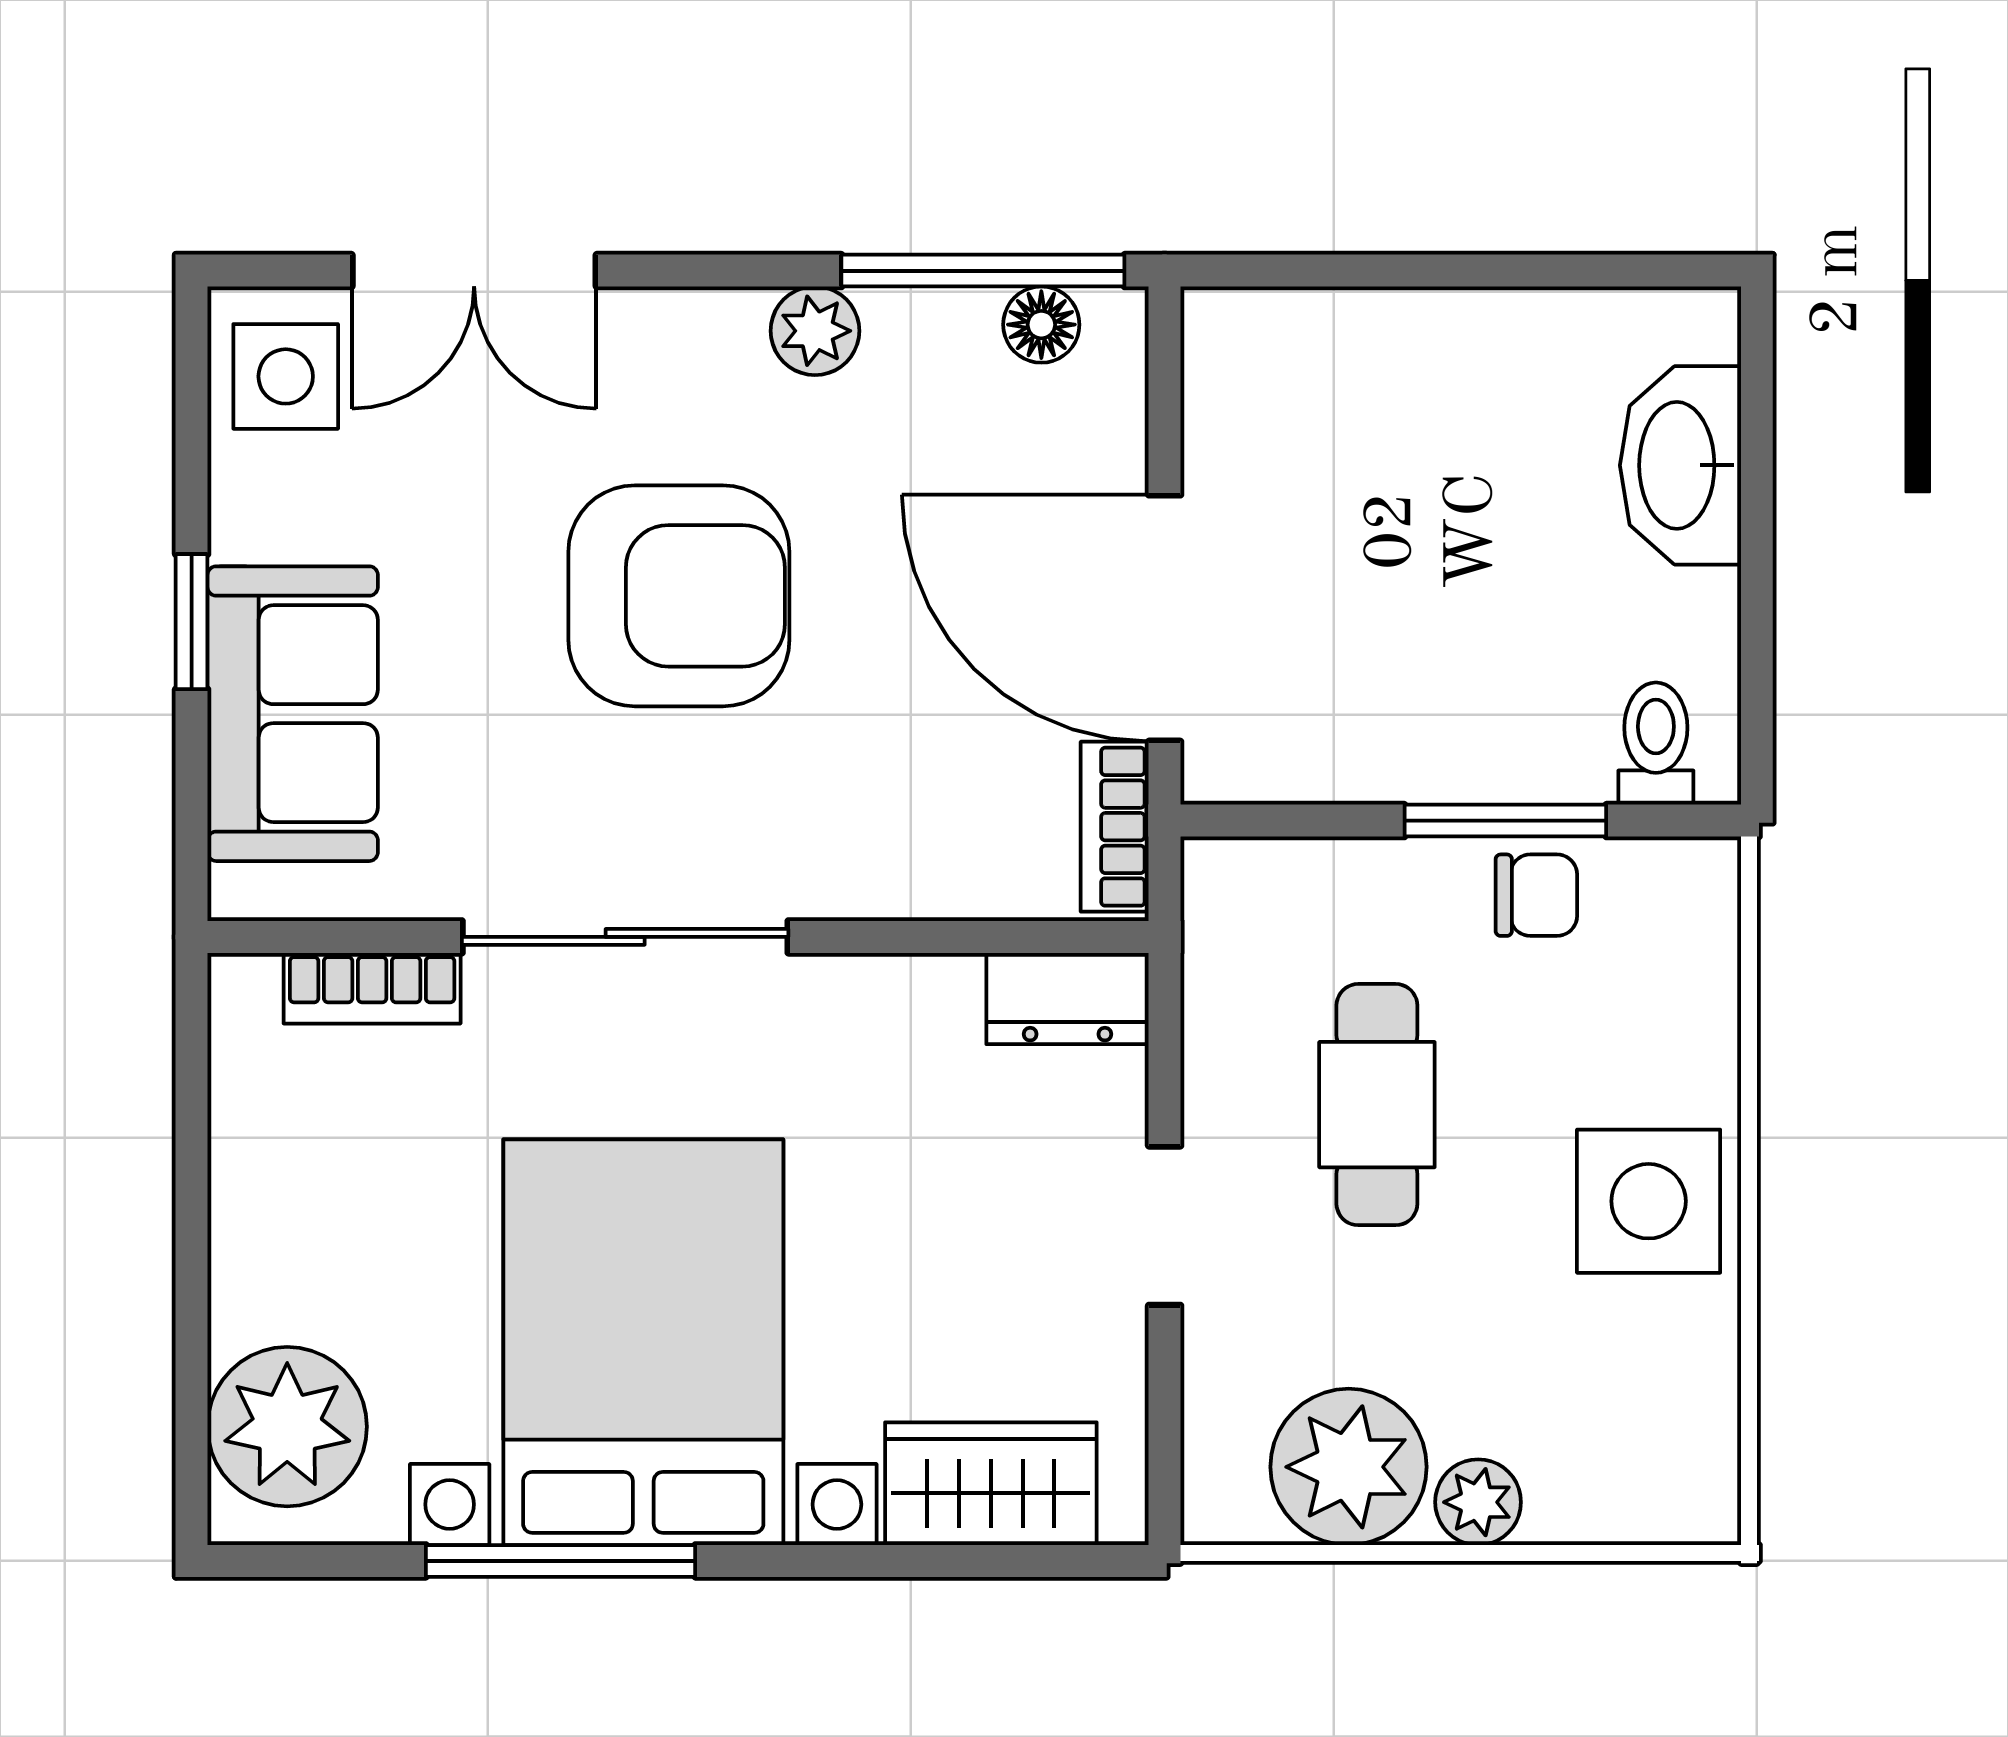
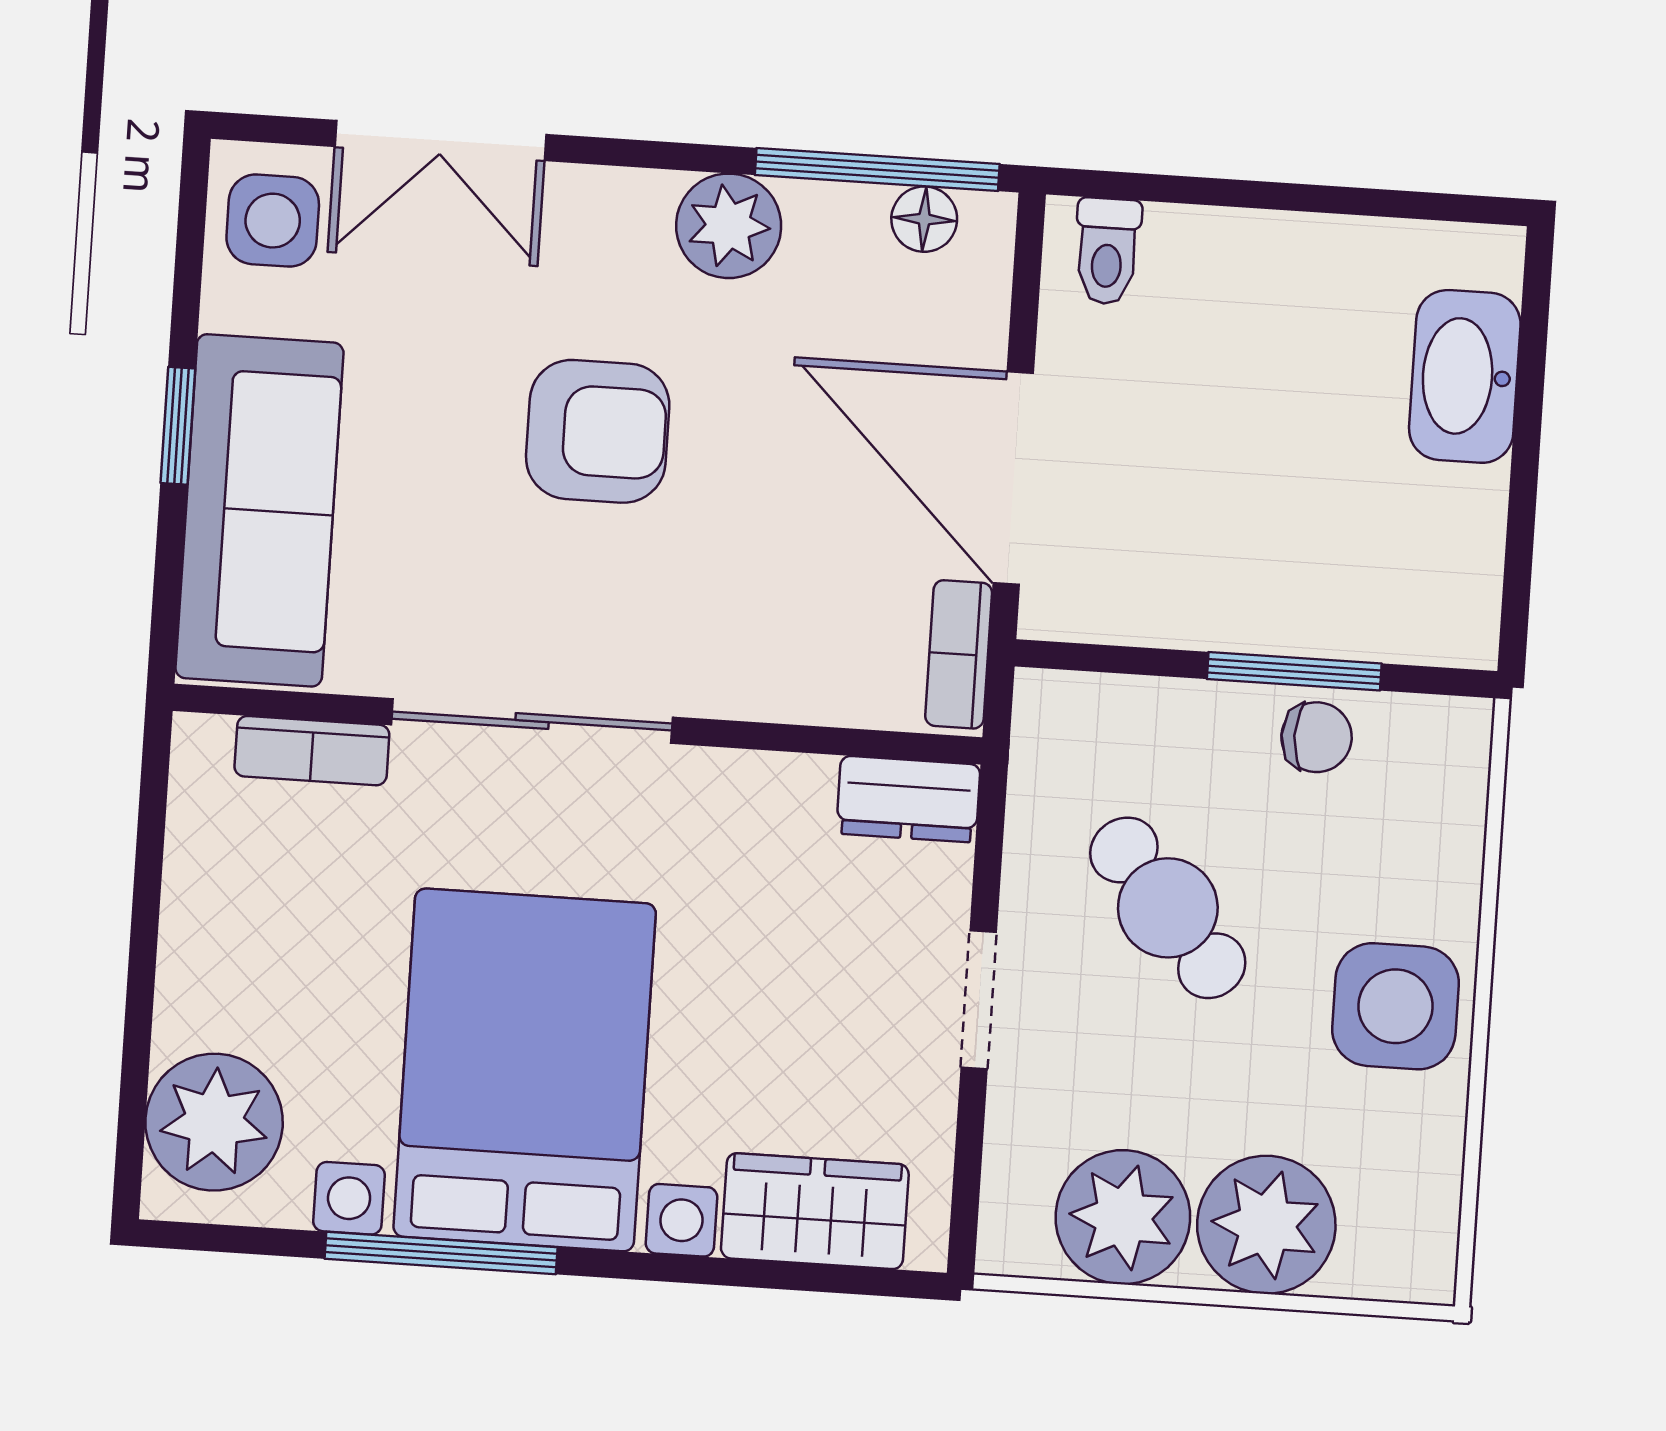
plant: (815, 331) -> (729, 226), width x1.38, depth x1.38
armchair: (679, 596) -> (598, 431), width x0.73, depth x0.73
sofa: (293, 714) -> (259, 510), width x1.36
toilet: (1656, 744) -> (1107, 251), moved, turned 180
cafe table: (1377, 1105) -> (1168, 908), turned -41
plant: (1478, 1502) -> (1266, 1225), width x1.87, depth x1.87

